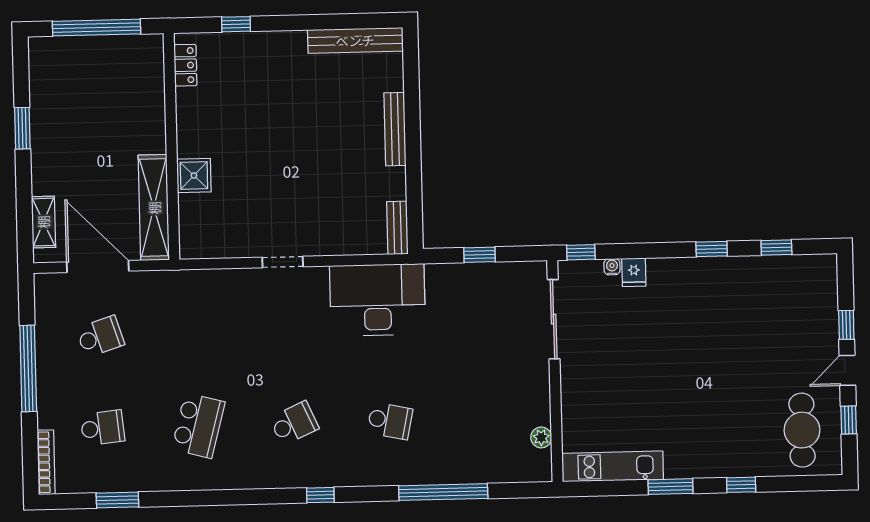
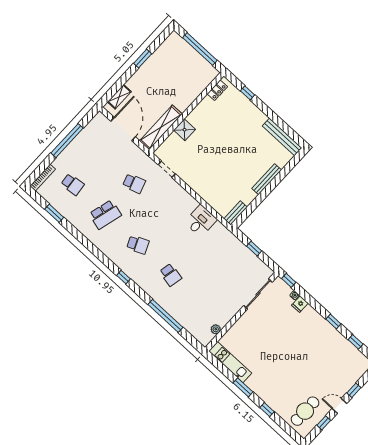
doorway: (283, 262) -> (167, 169), moved
desk: (377, 300) -> (201, 221), width x0.53, depth x0.77
school desk: (100, 337) -> (134, 183), moved

